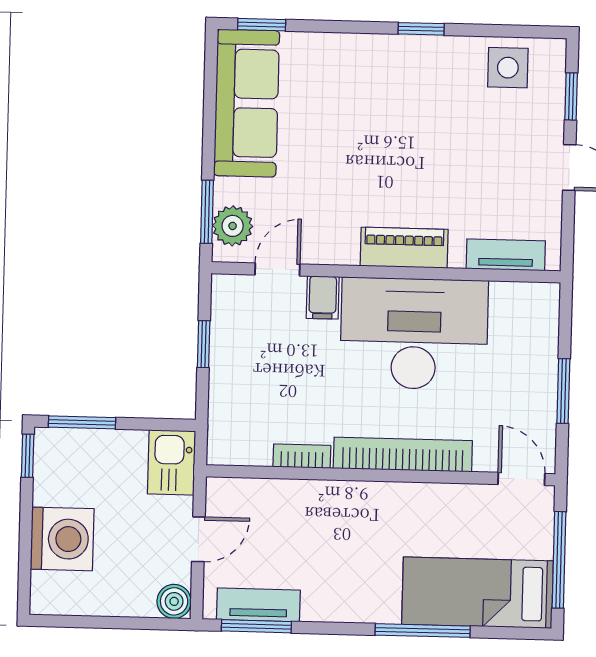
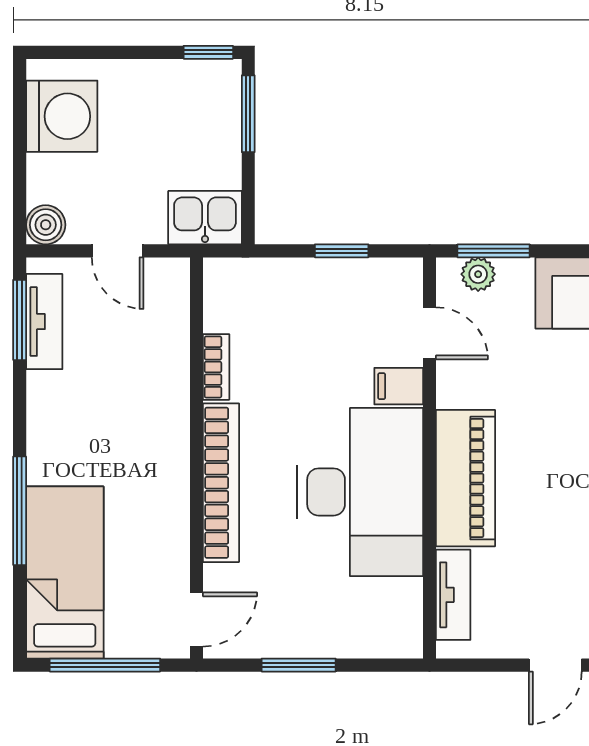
plant: (233, 226) -> (478, 274), width x0.73, depth x0.73
piano: (404, 248) -> (466, 478), width x1.37, depth x1.33
washing machine: (62, 539) -> (62, 116), moved, turned -90

